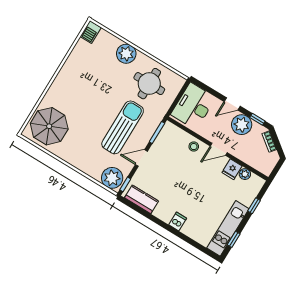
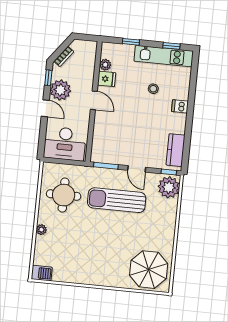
plant: (126, 54) -> (41, 230), width x0.53, depth x0.53
stool: (194, 147) -> (153, 89), moved

